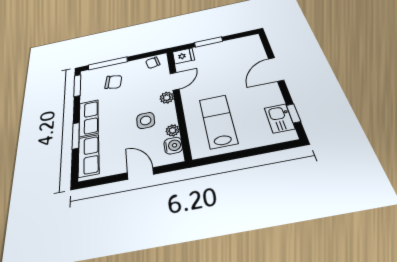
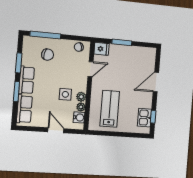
window: (77, 85) -> (19, 63), moved
plant: (167, 98) -> (81, 97), moved

